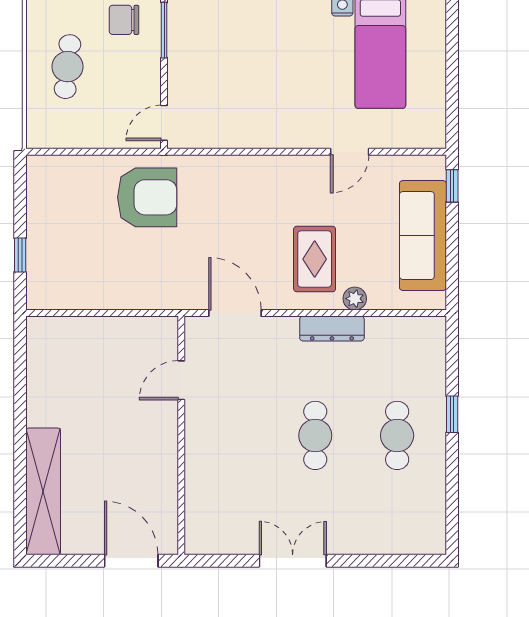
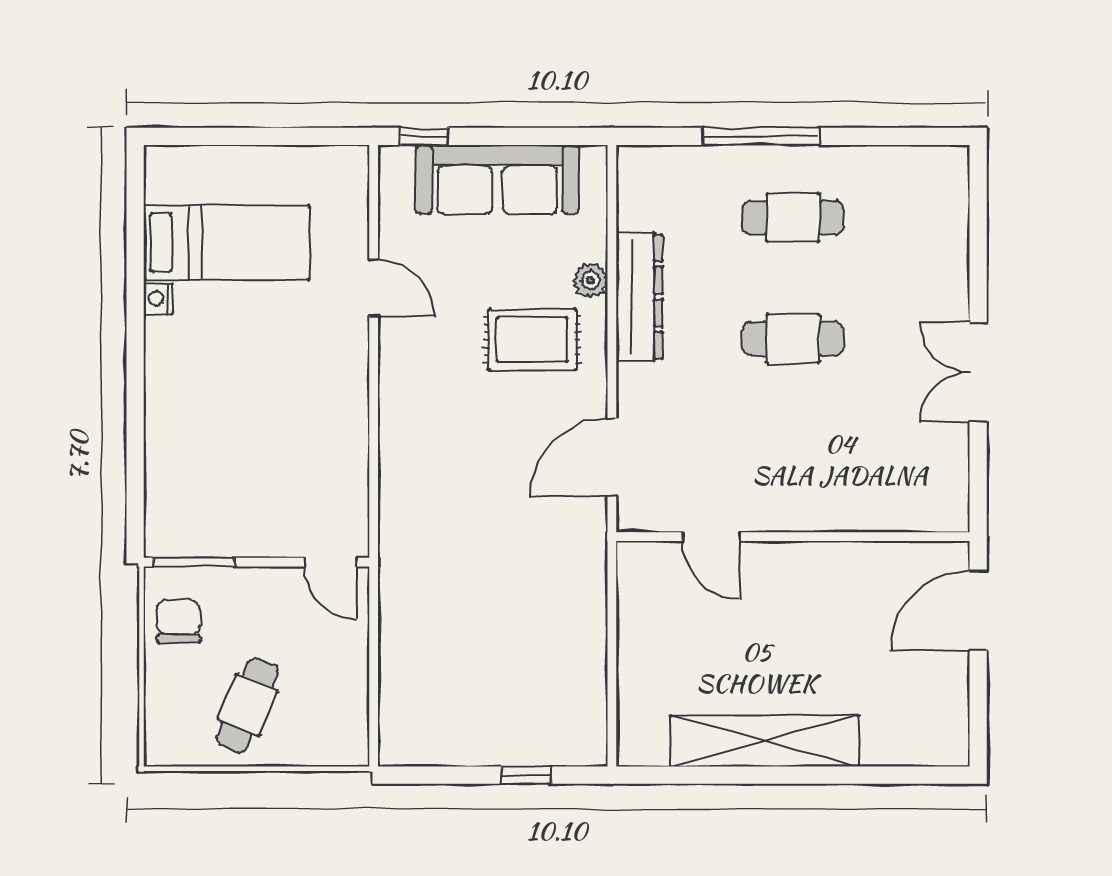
chair: (124, 20) -> (179, 621), turned 180
cafe table: (68, 67) -> (248, 705), turned -73
armchair: (147, 197) -> (441, 587), removed
dresser: (332, 329) -> (639, 297), width x1.37, depth x1.24
window: (452, 414) -> (762, 136), width x2.17
shelving: (43, 491) -> (764, 741), moved

